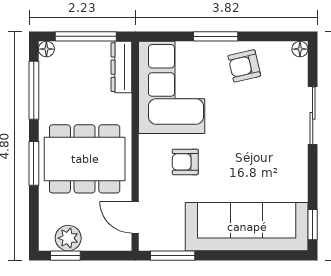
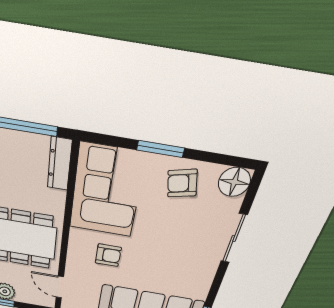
floor lamp: (300, 49) -> (234, 182), width x1.89, depth x1.89
armchair: (185, 162) -> (108, 255), turned 180

